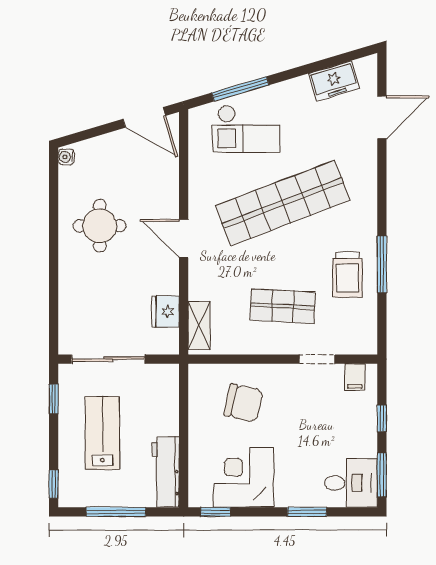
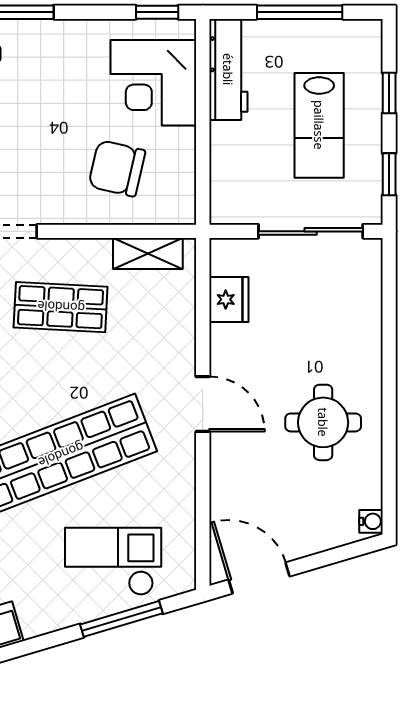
shelving: (199, 325) -> (148, 253), moved, turned 90
corner desk: (244, 477) -> (153, 83), moved, turned 90
window: (54, 484) -> (389, 93), moved

